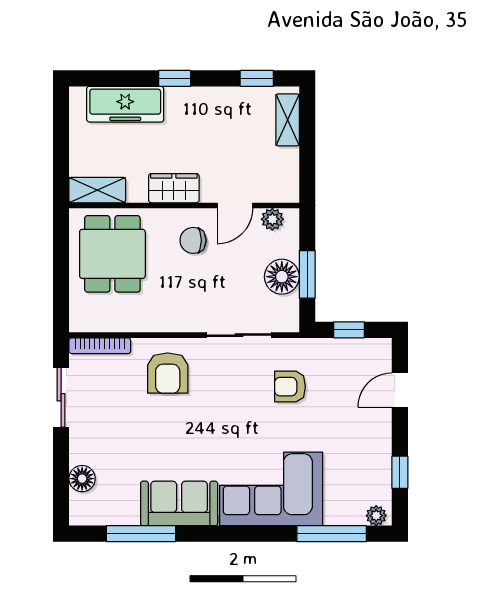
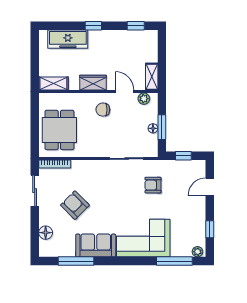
shelving: (288, 120) -> (152, 77), moved
door: (235, 205) -> (125, 91), swing flipped
dining table: (112, 254) -> (59, 130), moved
floor lamp: (282, 277) -> (153, 128), width x0.53, depth x0.53
armchair: (168, 373) -> (75, 205), moved, turned 135

